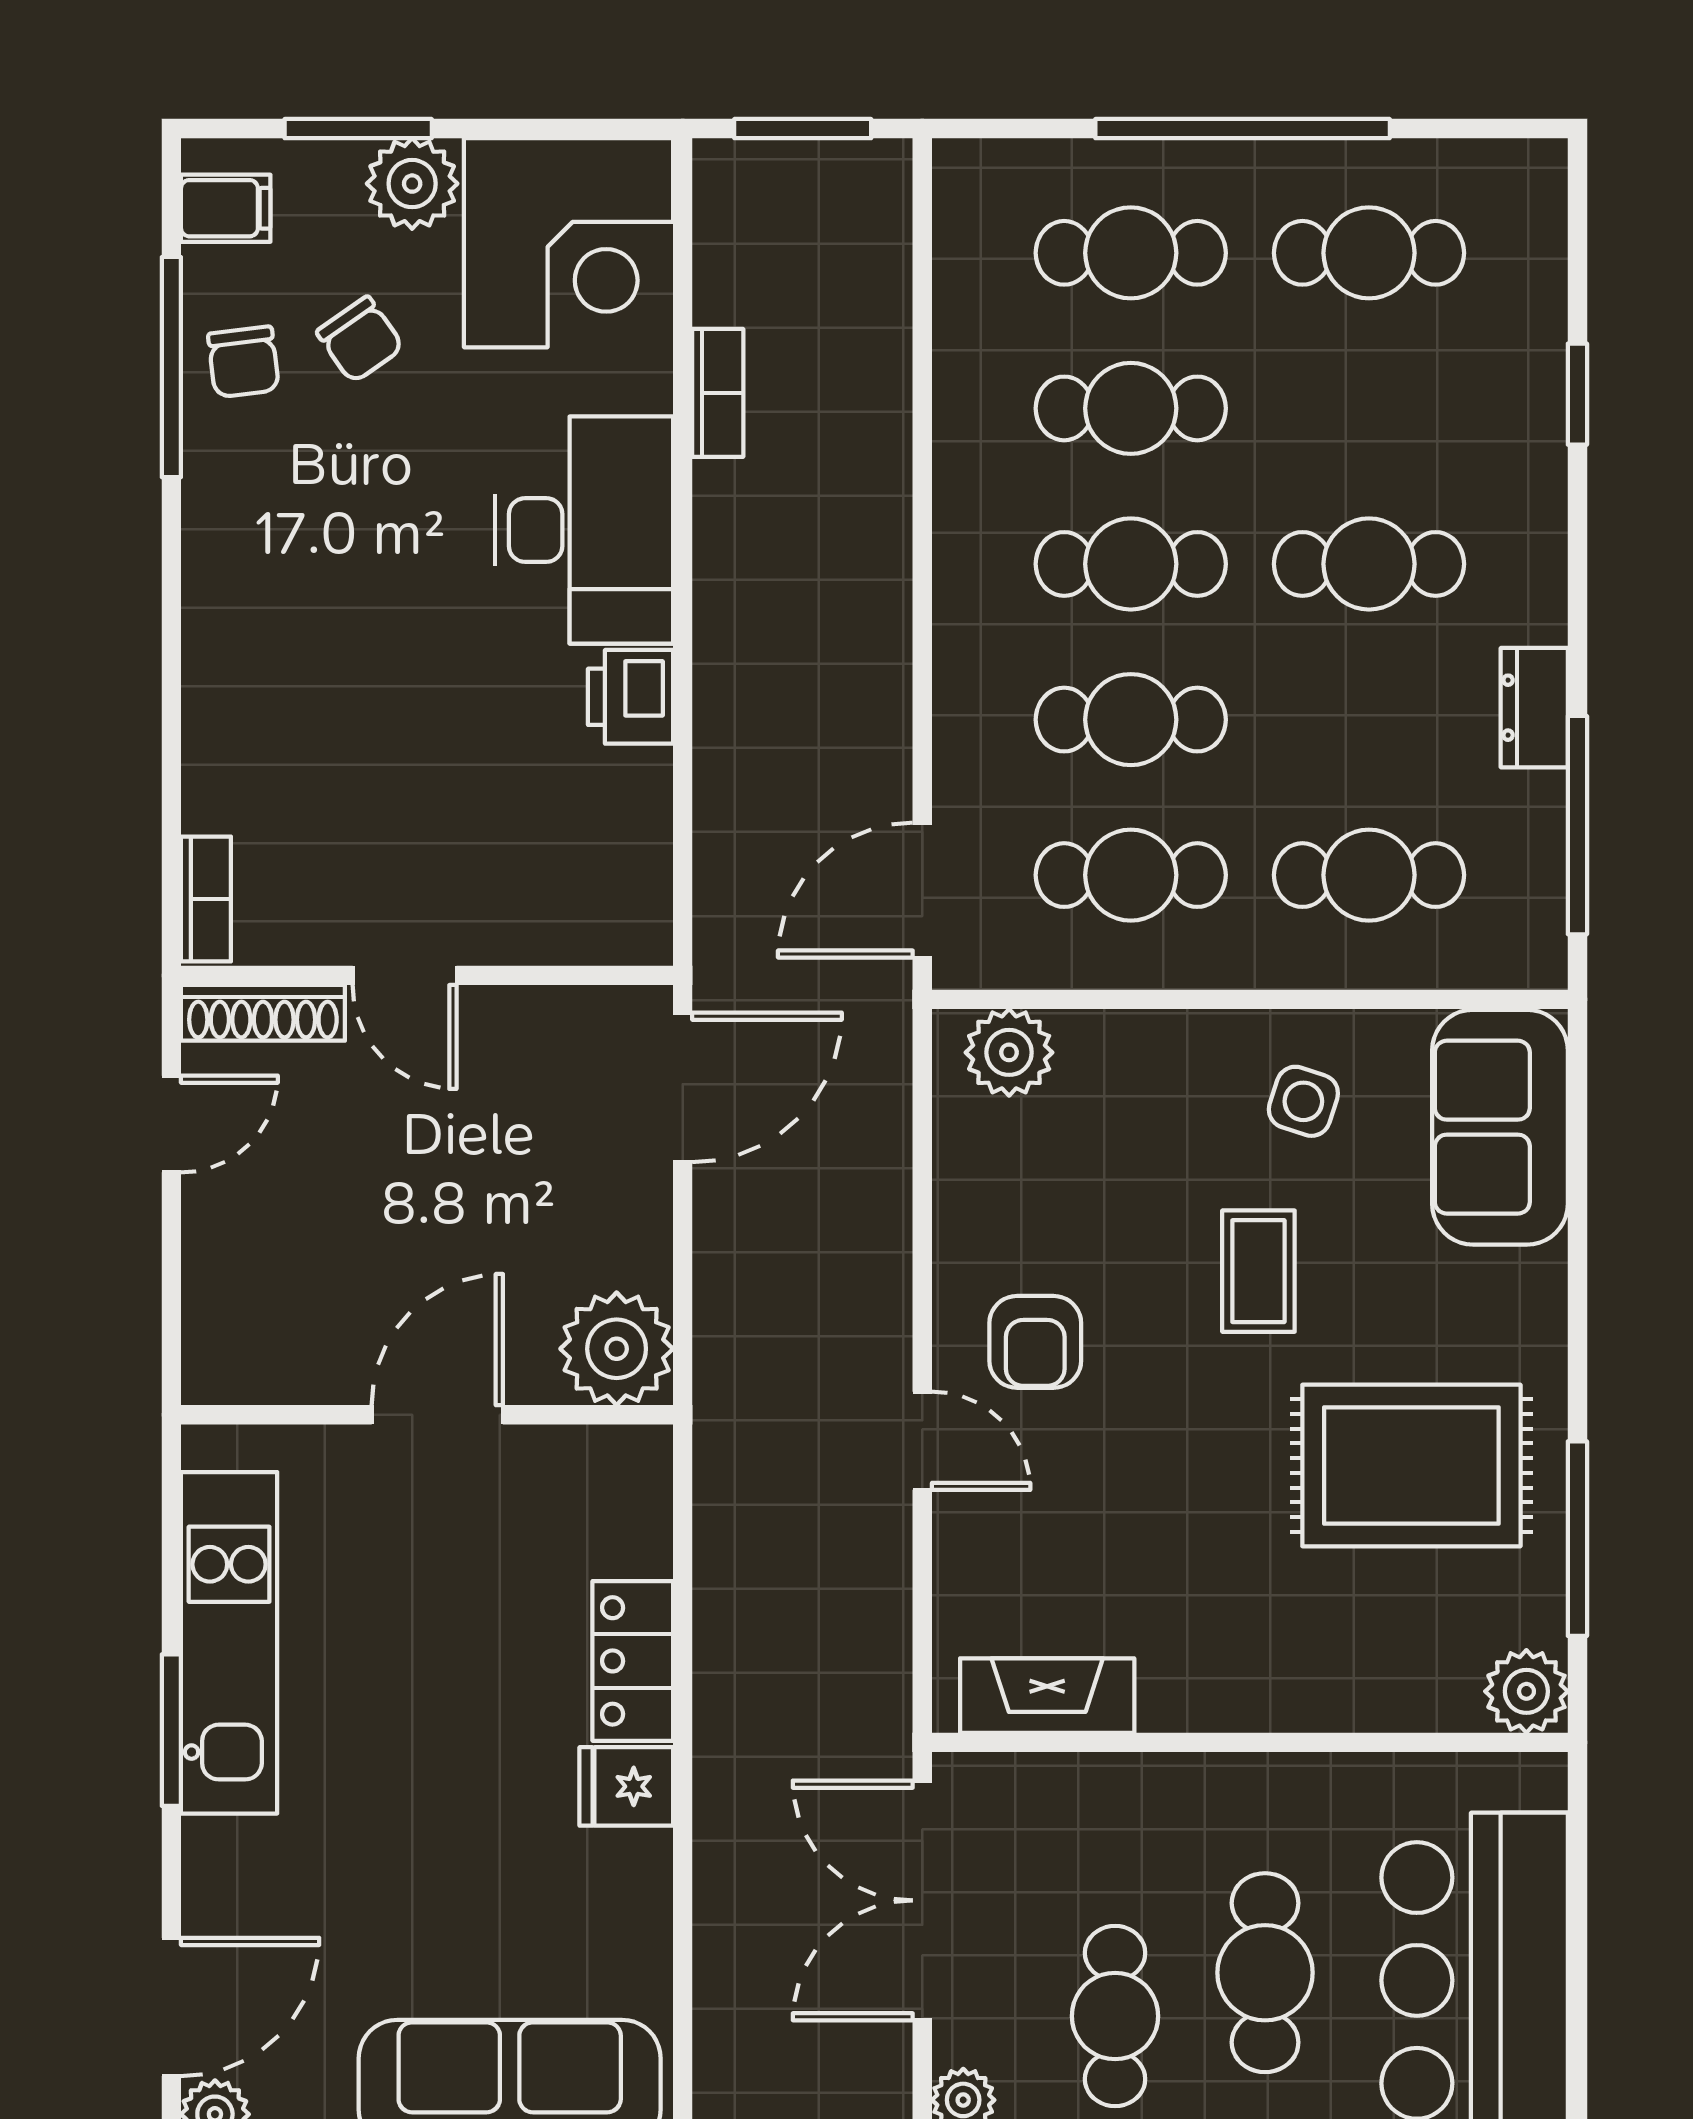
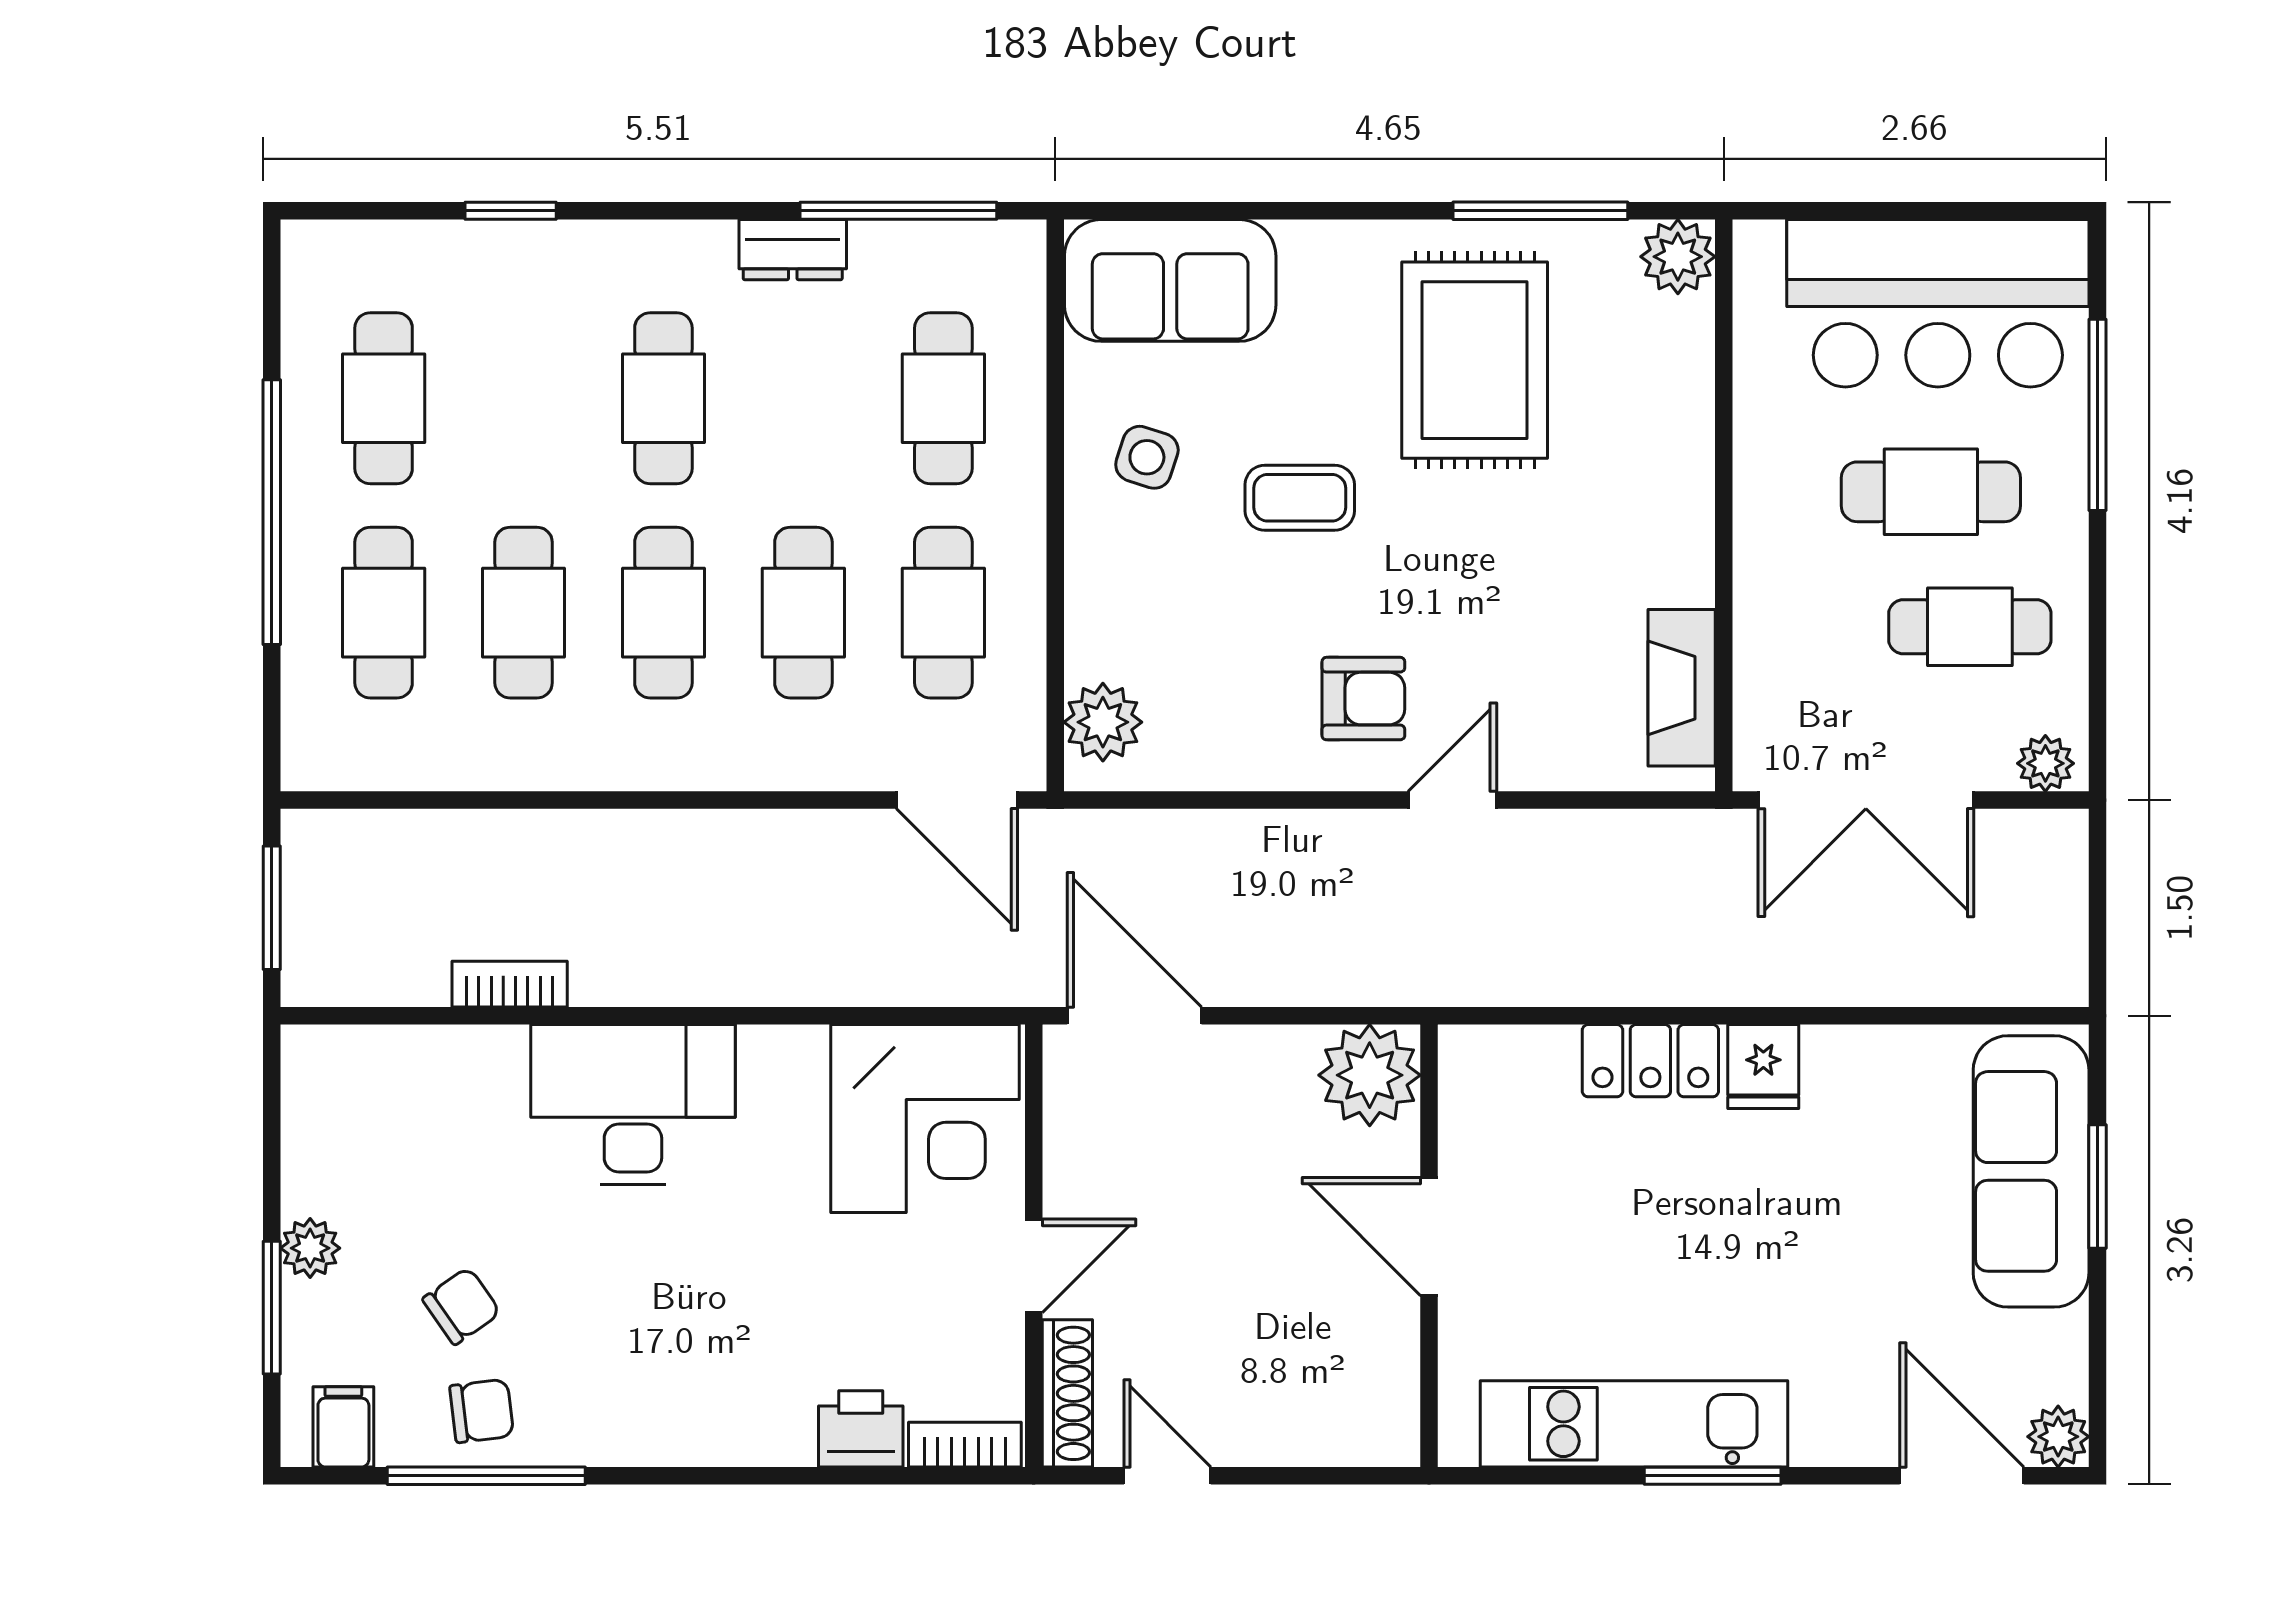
plant: (412, 184) -> (310, 1248), width x0.73, depth x0.73
corner desk: (568, 243) -> (925, 1118), moved, turned 90
printer: (630, 697) -> (861, 1429), moved, turned 180

